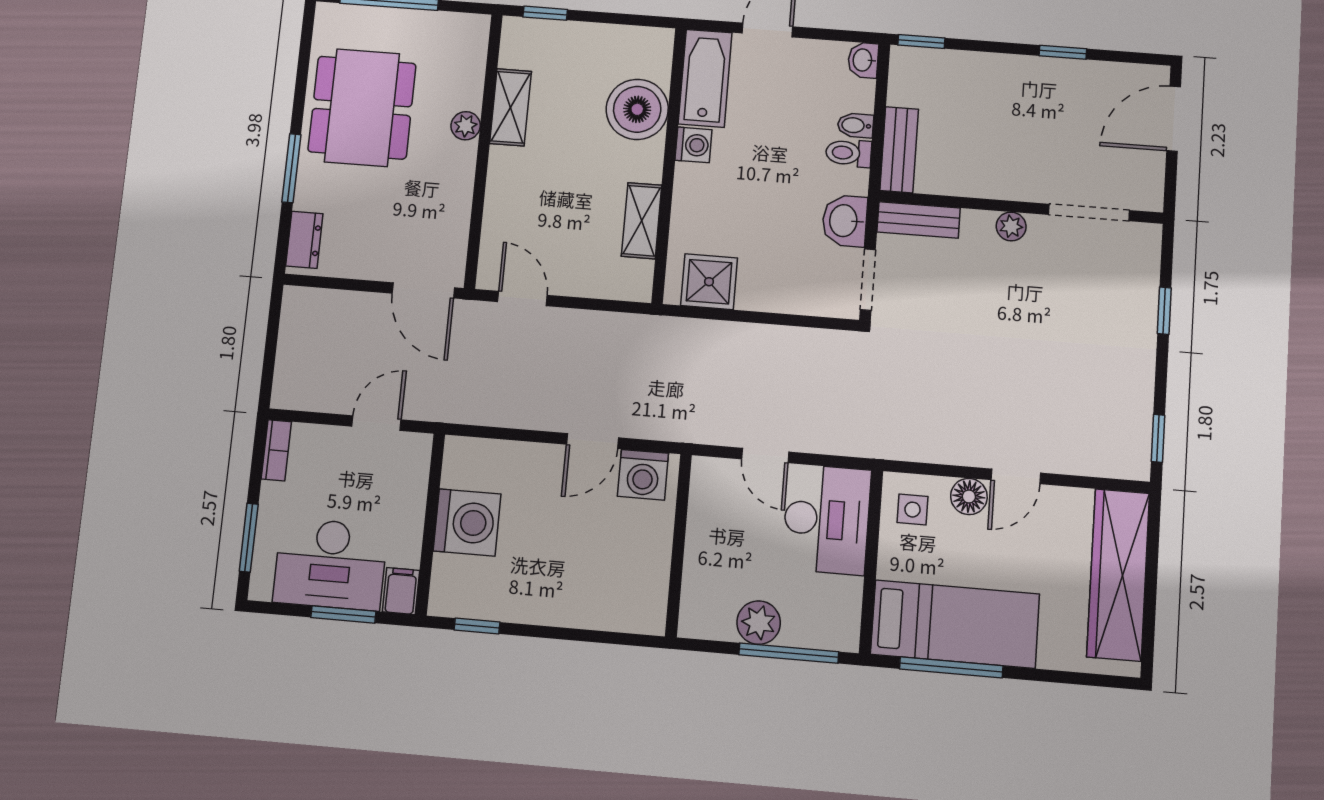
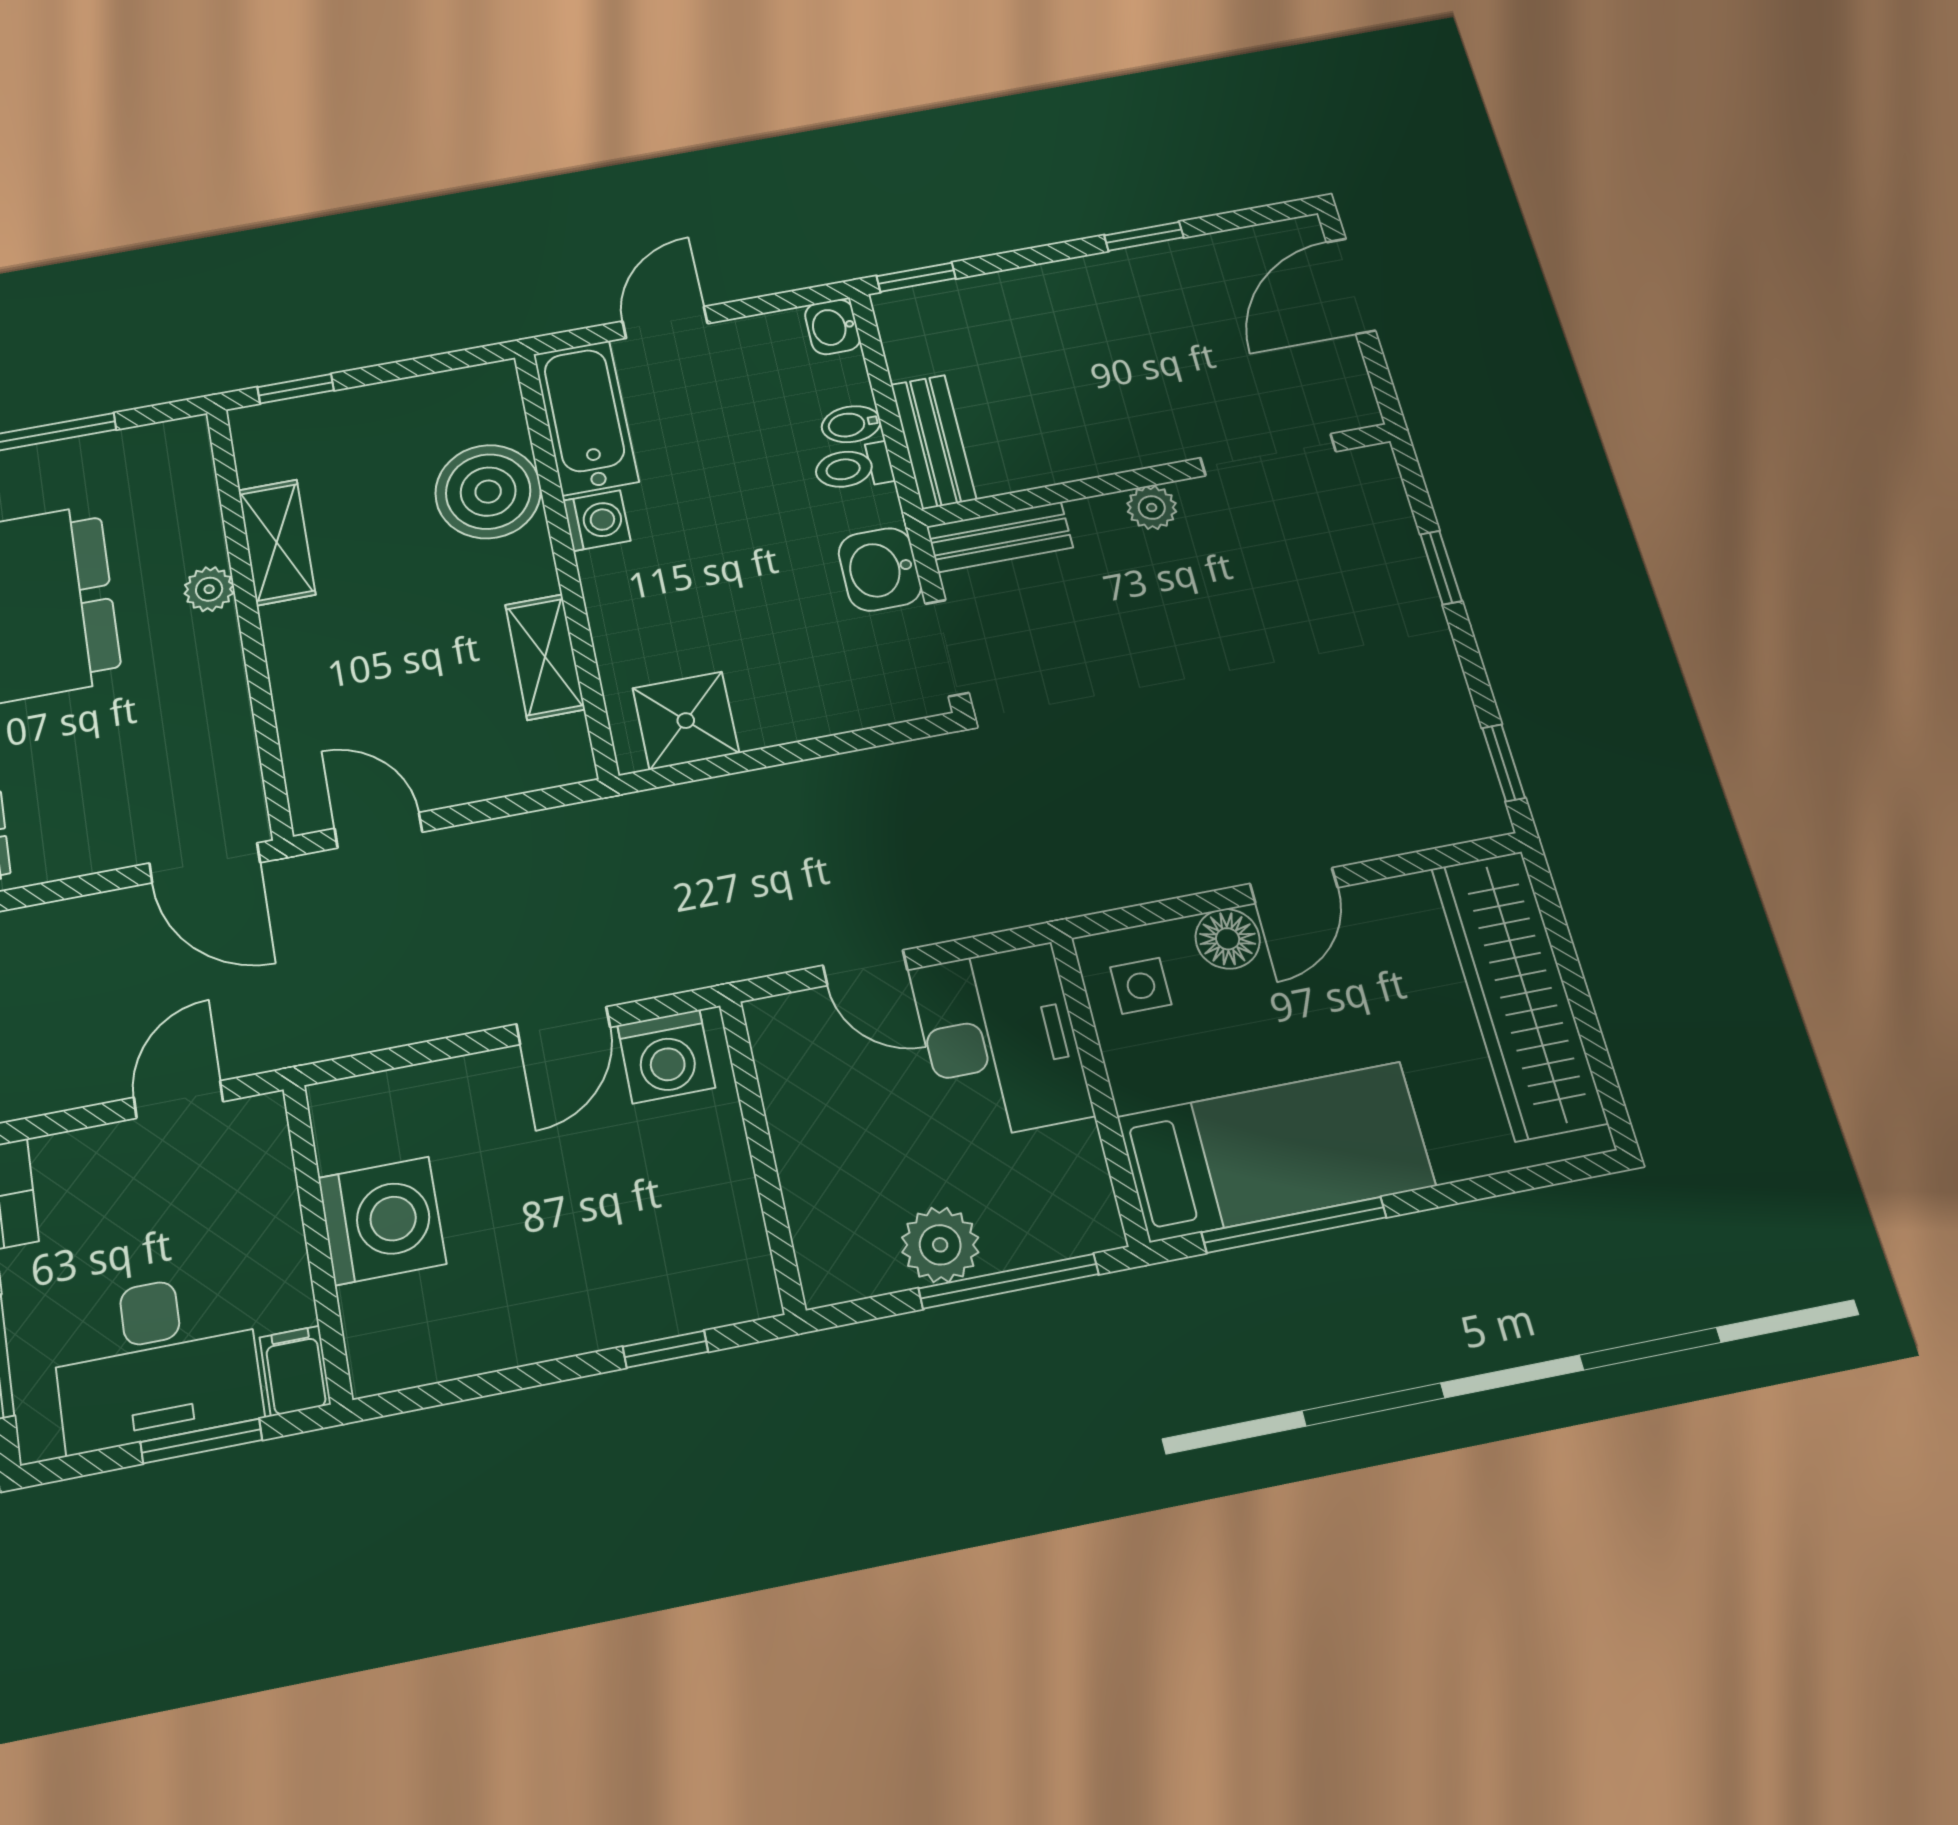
window: (477, 626) -> (665, 1349), moved

